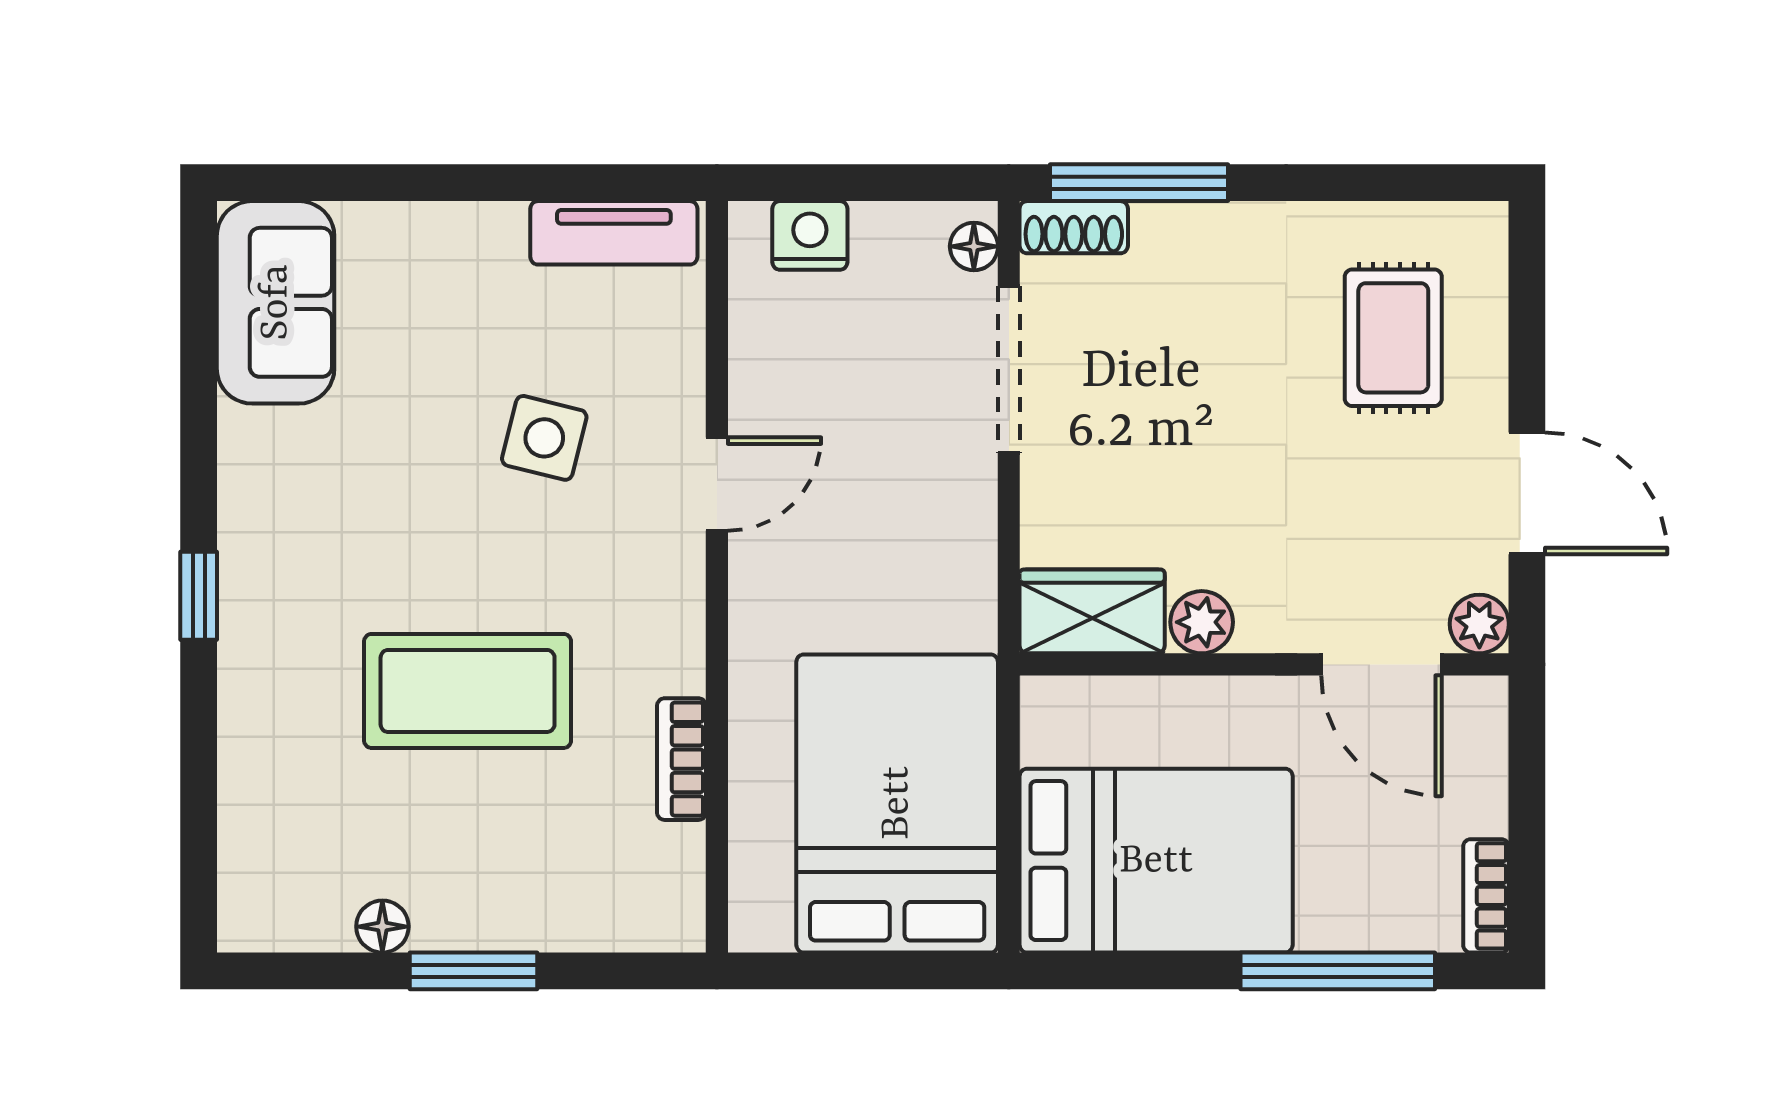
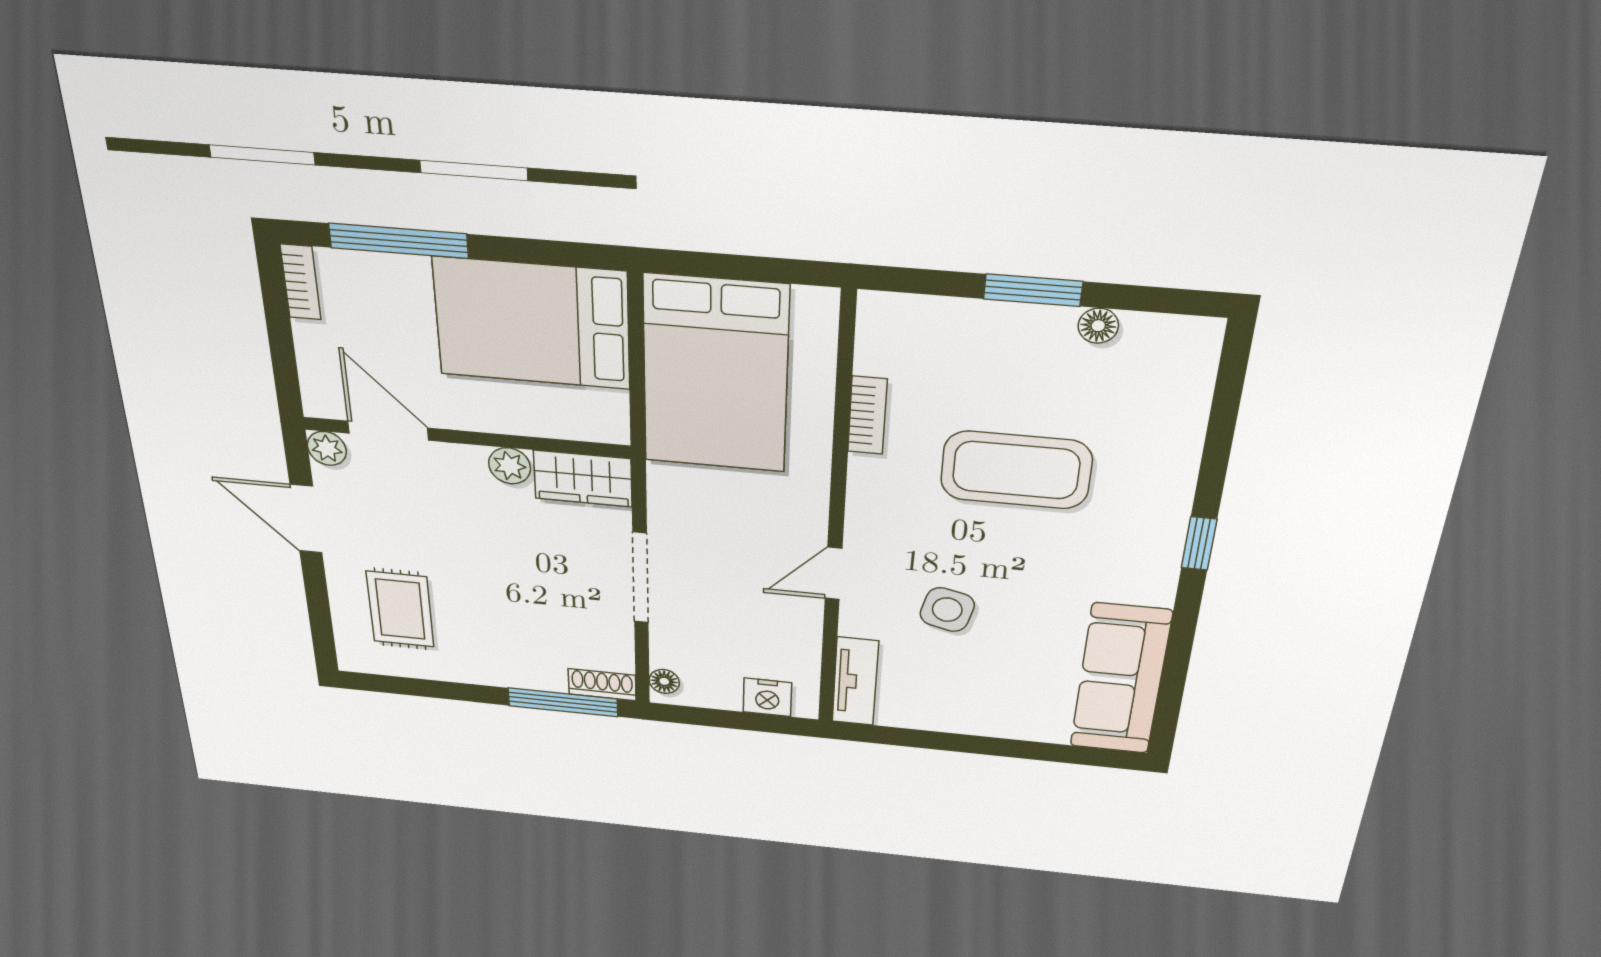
tv unit: (614, 233) -> (855, 682), moved, turned 90
sofa: (276, 302) -> (1120, 680), width x1.36
doorway: (1009, 369) -> (641, 578), moved

